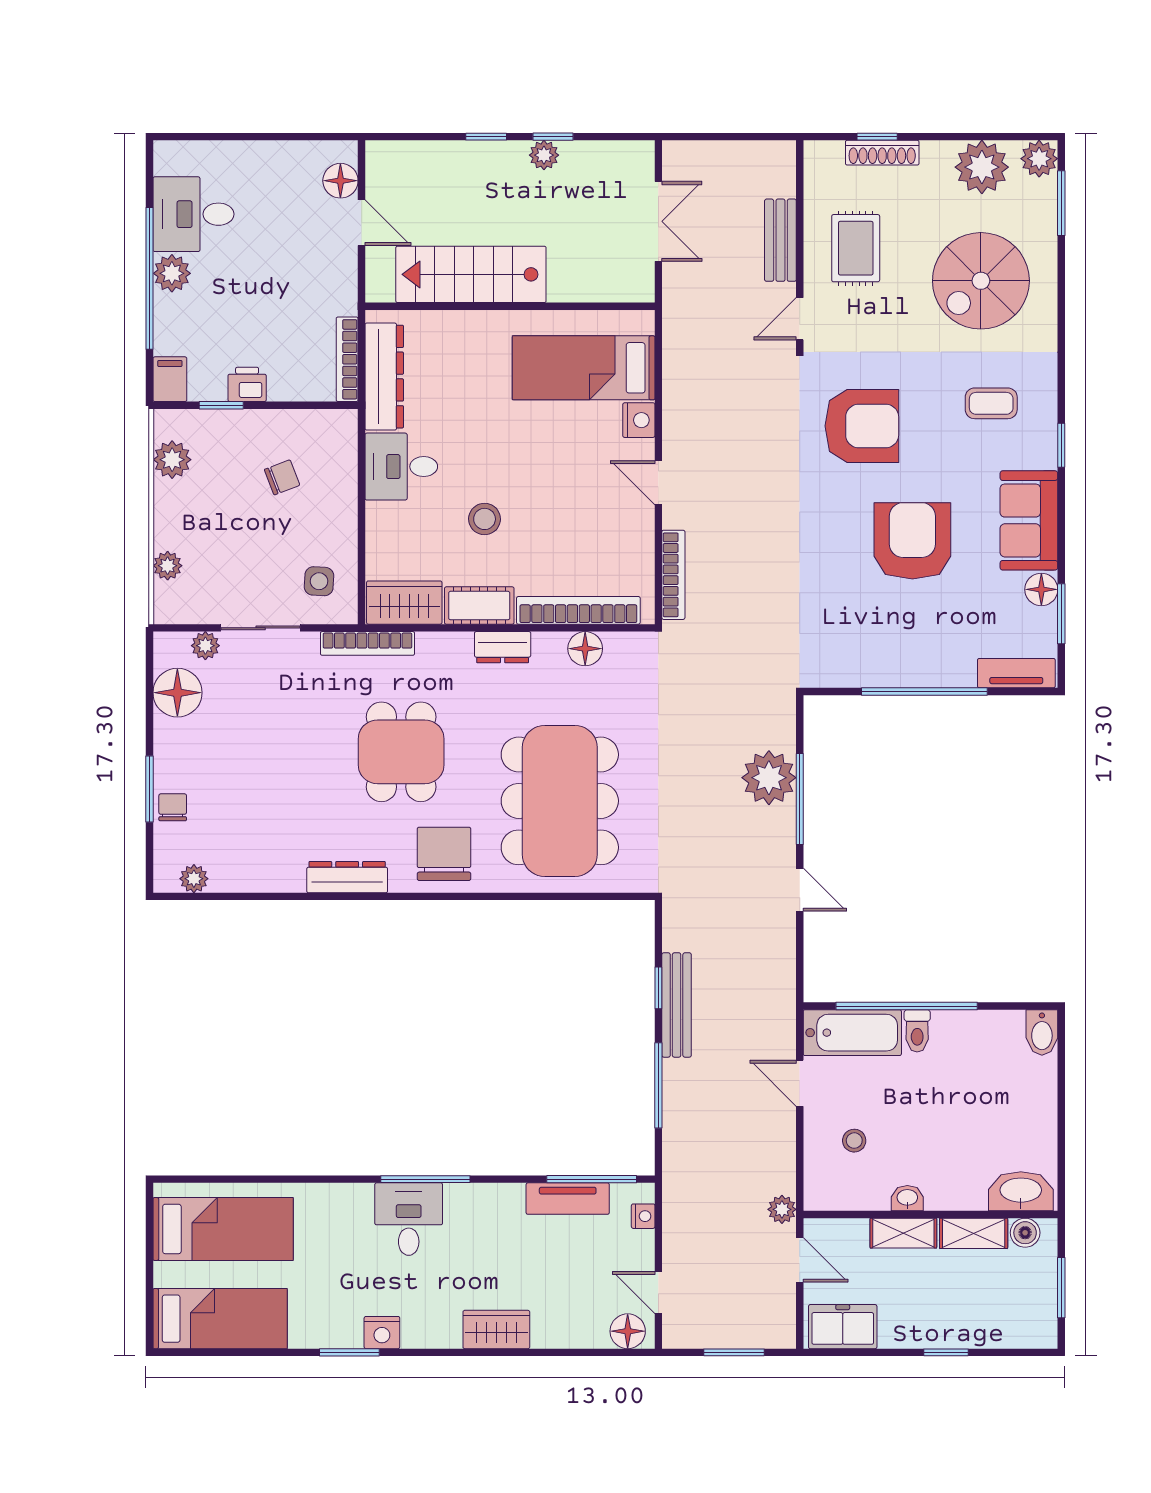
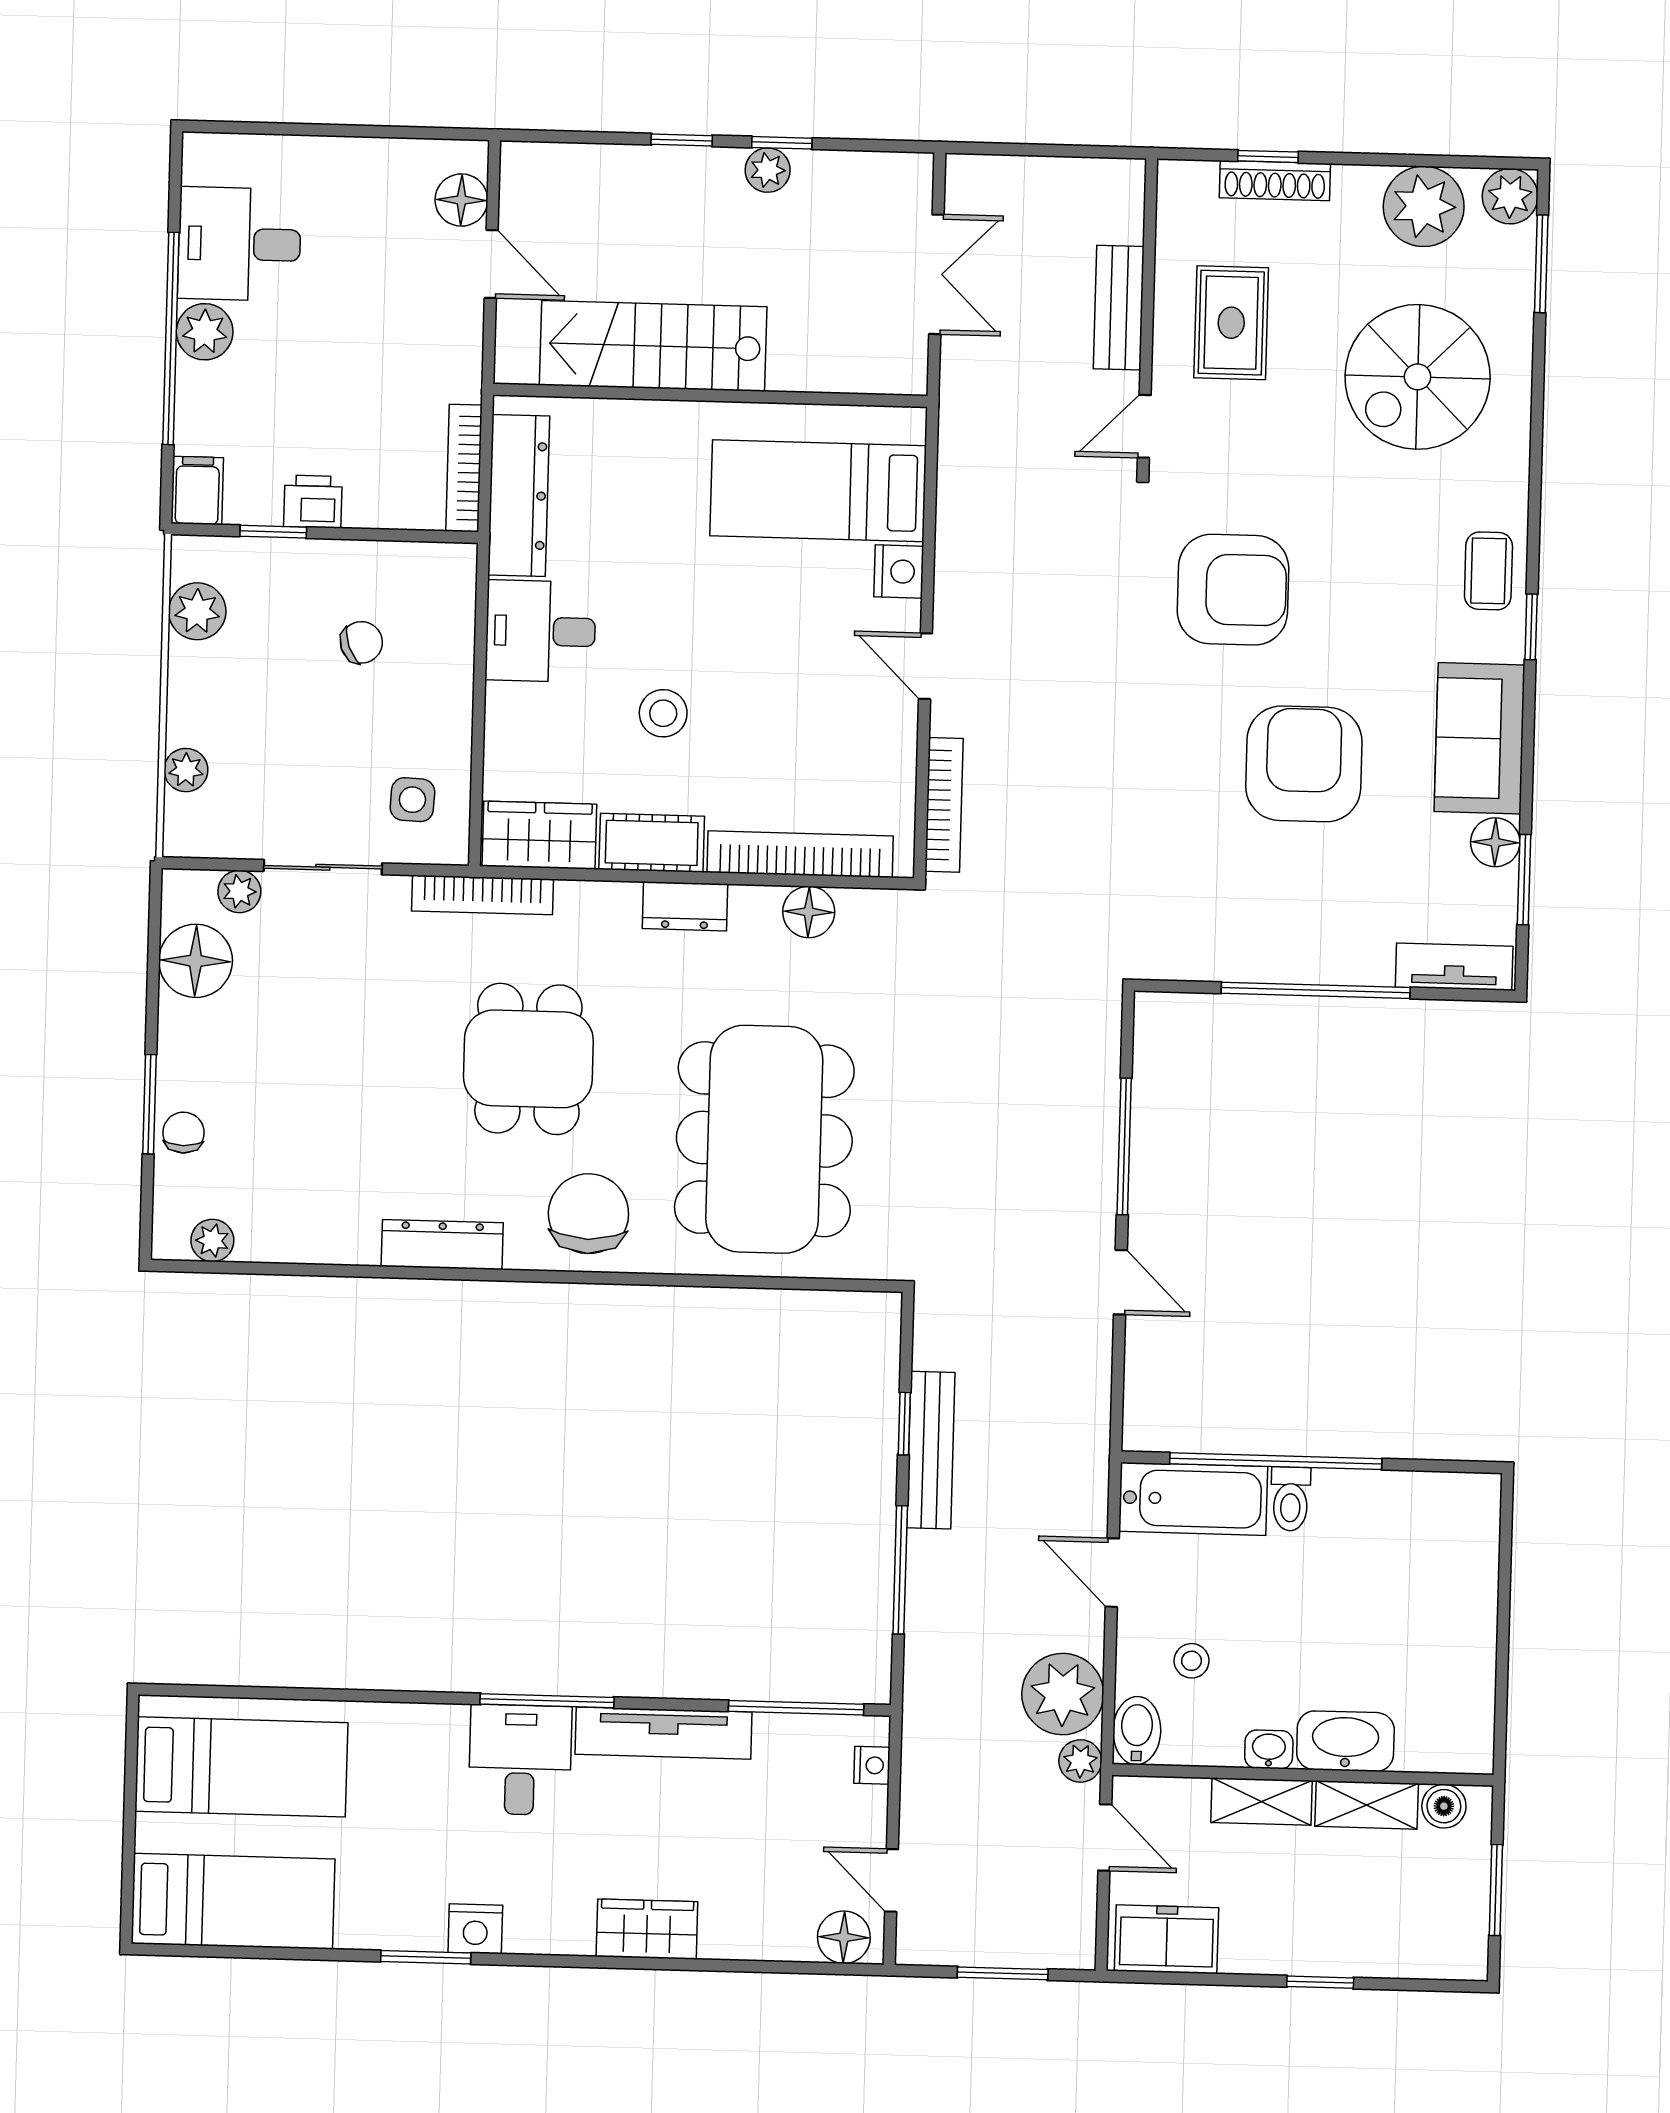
coffee table: (991, 403) -> (1488, 571), moved, turned 90
plant: (769, 778) -> (1063, 1694), moved
bidet: (1042, 1032) -> (1137, 1731), moved, turned 180
washbasin: (1021, 1191) -> (1345, 1741), moved
tv unit: (568, 1199) -> (664, 1733), moved, width x1.41

